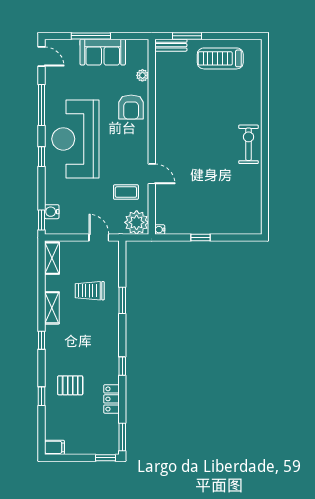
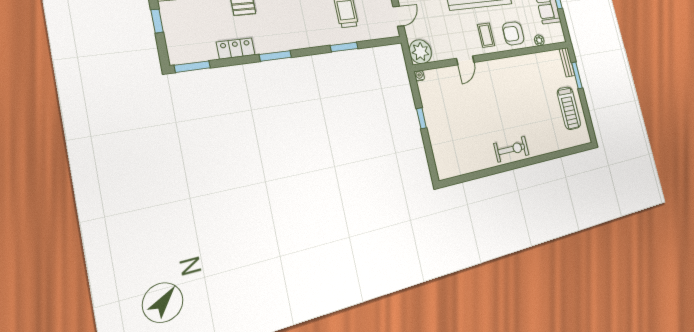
treadmill: (220, 58) -> (569, 108), turned 180
coffee table: (126, 192) -> (486, 35), moved
window: (122, 366) -> (275, 56), width x1.50
window: (105, 458) -> (157, 21), moved

